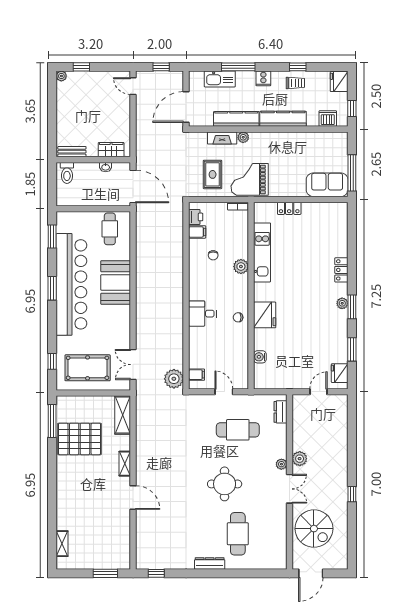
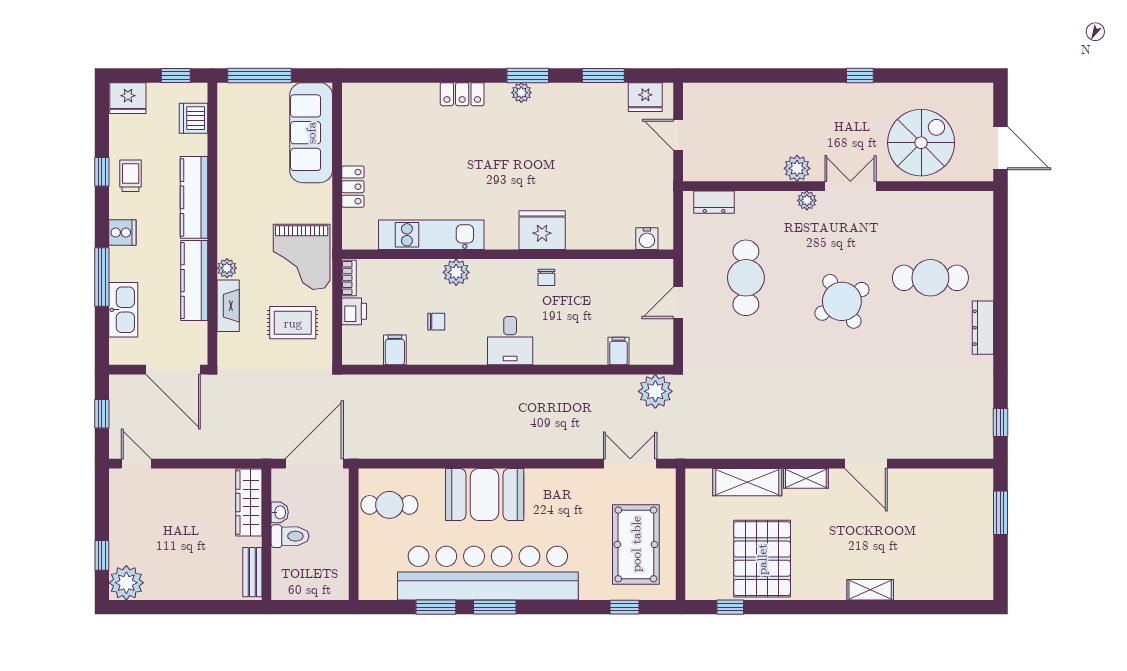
plant: (61, 76) -> (126, 583), width x1.88, depth x1.88
door: (133, 86) -> (136, 464), swing flipped
wardrobe: (111, 150) -> (249, 503), width x1.50
toilet: (67, 173) -> (290, 536), moved
window: (352, 173) -> (259, 76), moved
sofa: (327, 185) -> (311, 133), width x1.36
printer: (196, 217) -> (354, 311), moved, turned 90
window: (52, 236) -> (436, 607), moved
desk: (202, 314) -> (510, 341), moved
water cooler: (260, 357) -> (647, 239), moved
double door: (133, 365) -> (630, 464), swing flipped
filing cabinet: (197, 375) -> (619, 351), moved
shelving: (123, 415) -> (747, 482), moved
window: (52, 421) -> (730, 607), width x0.46
round table: (225, 484) -> (842, 301), turned -31
door: (133, 498) -> (866, 464), swing flipped
shelving: (62, 544) -> (870, 590), moved

